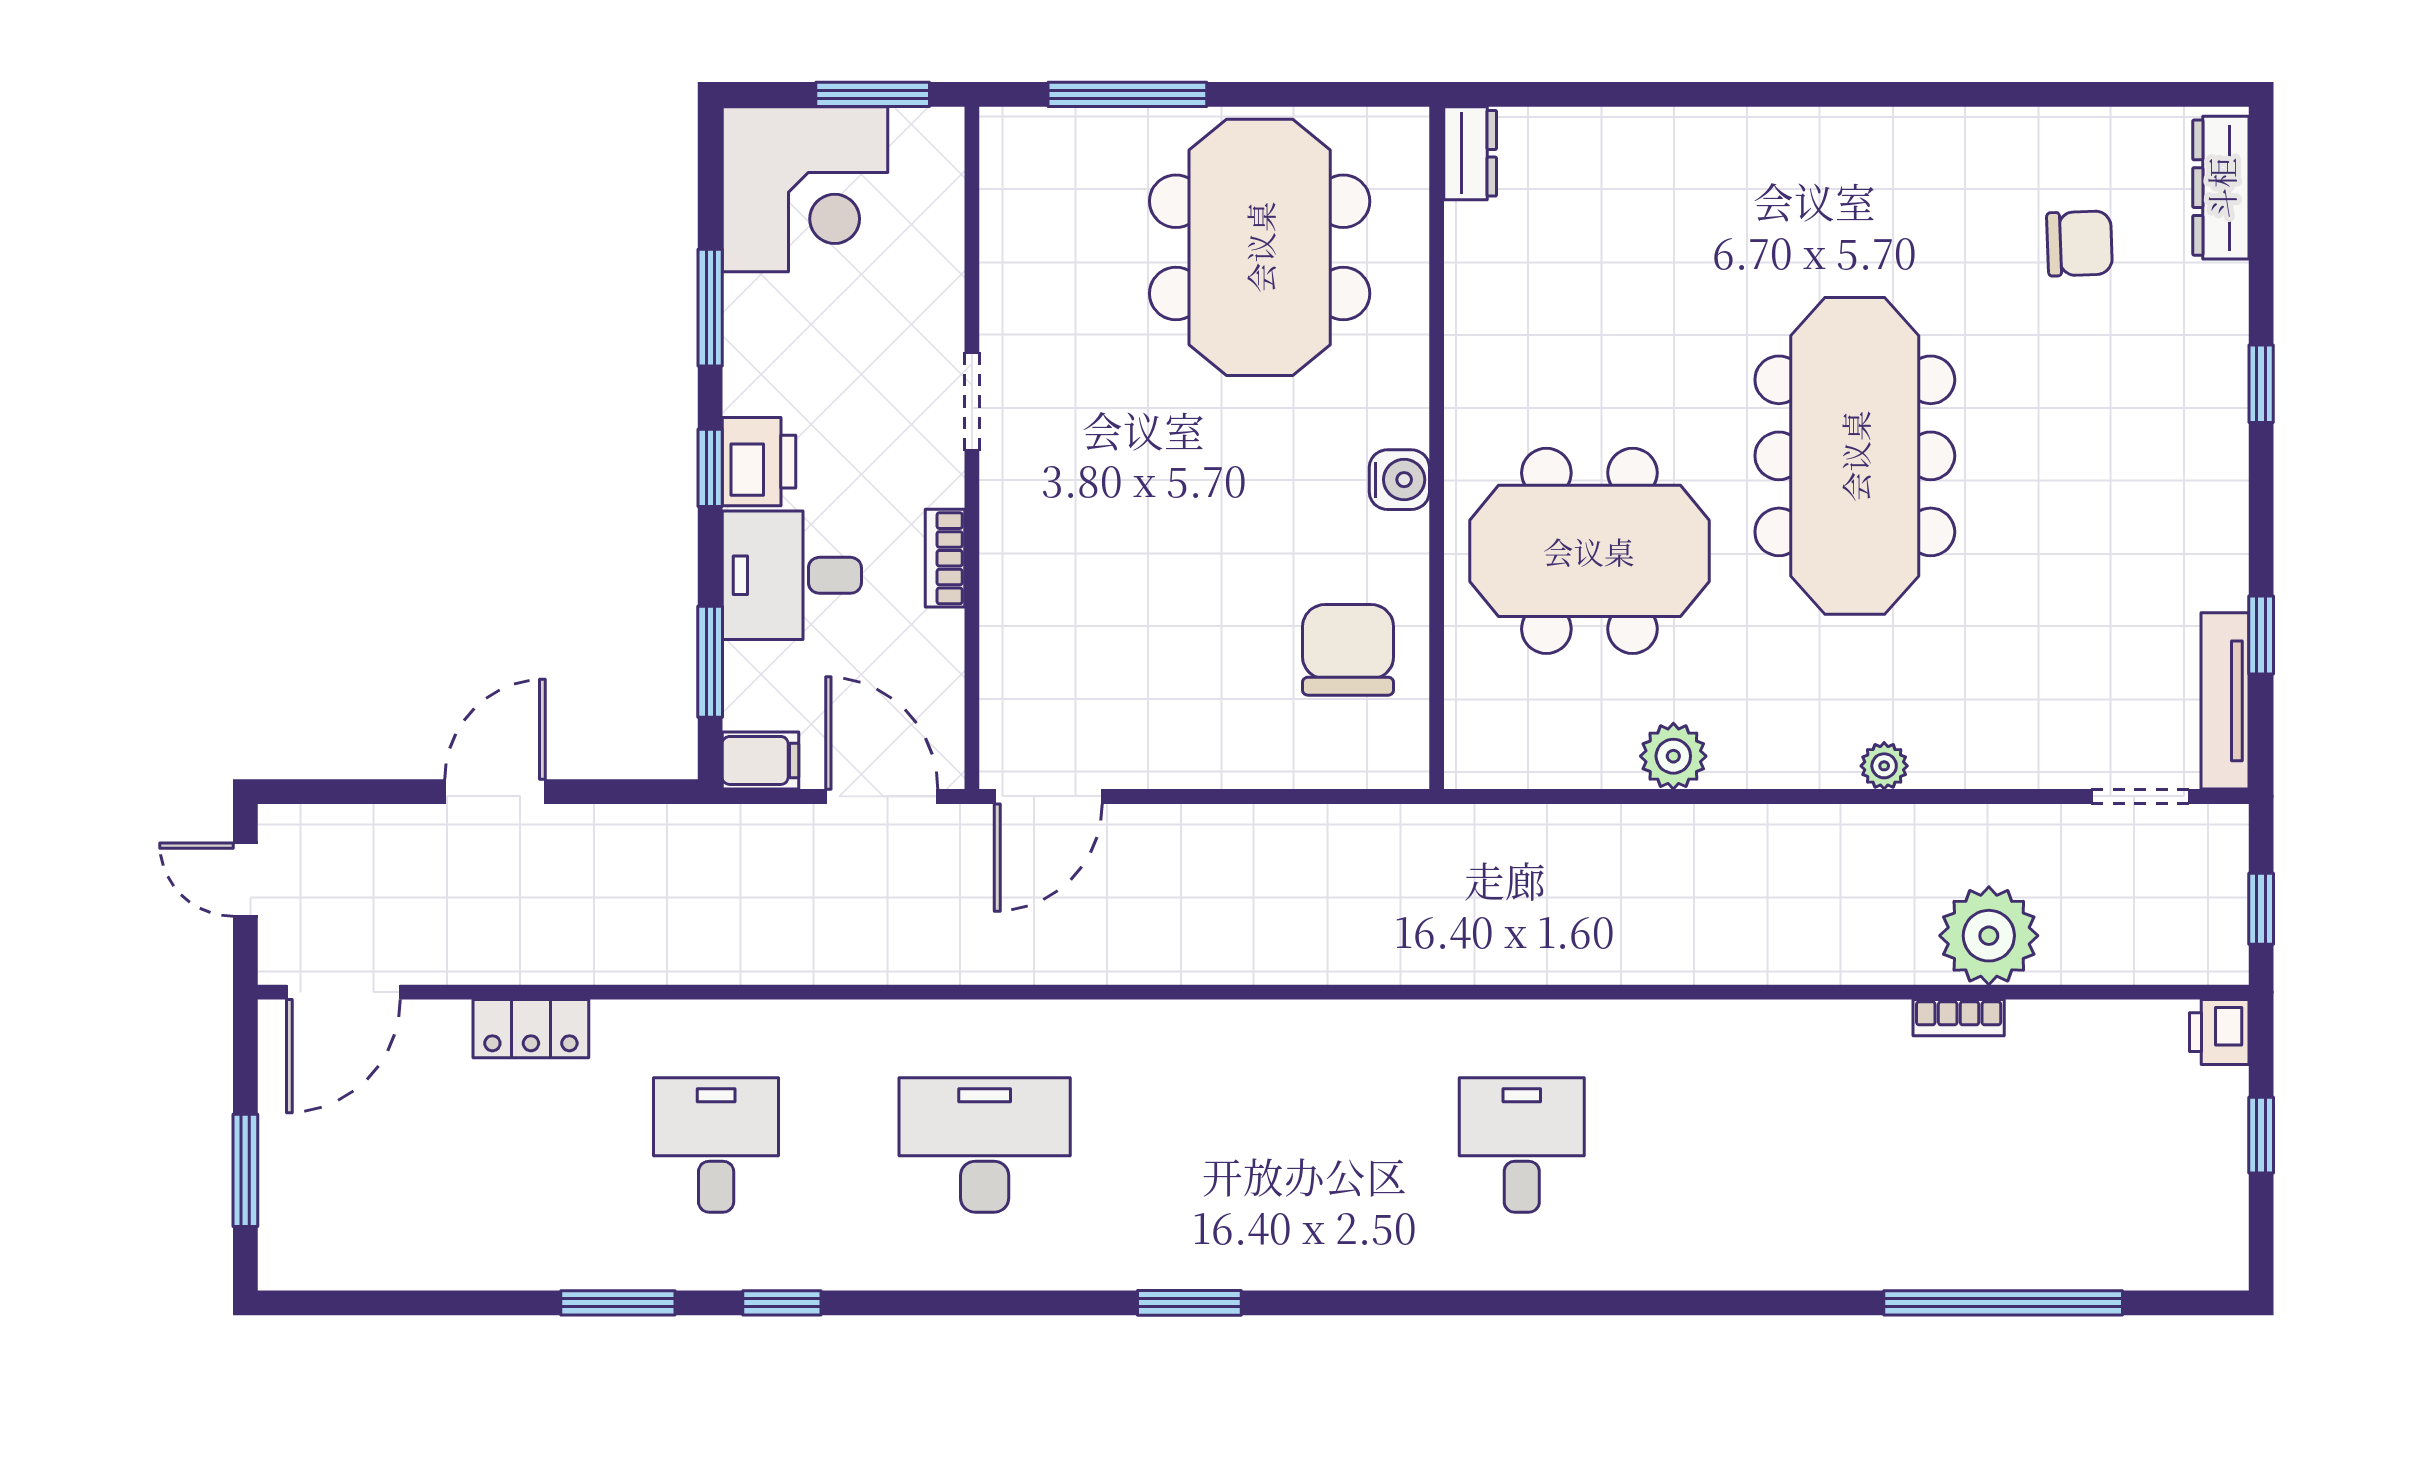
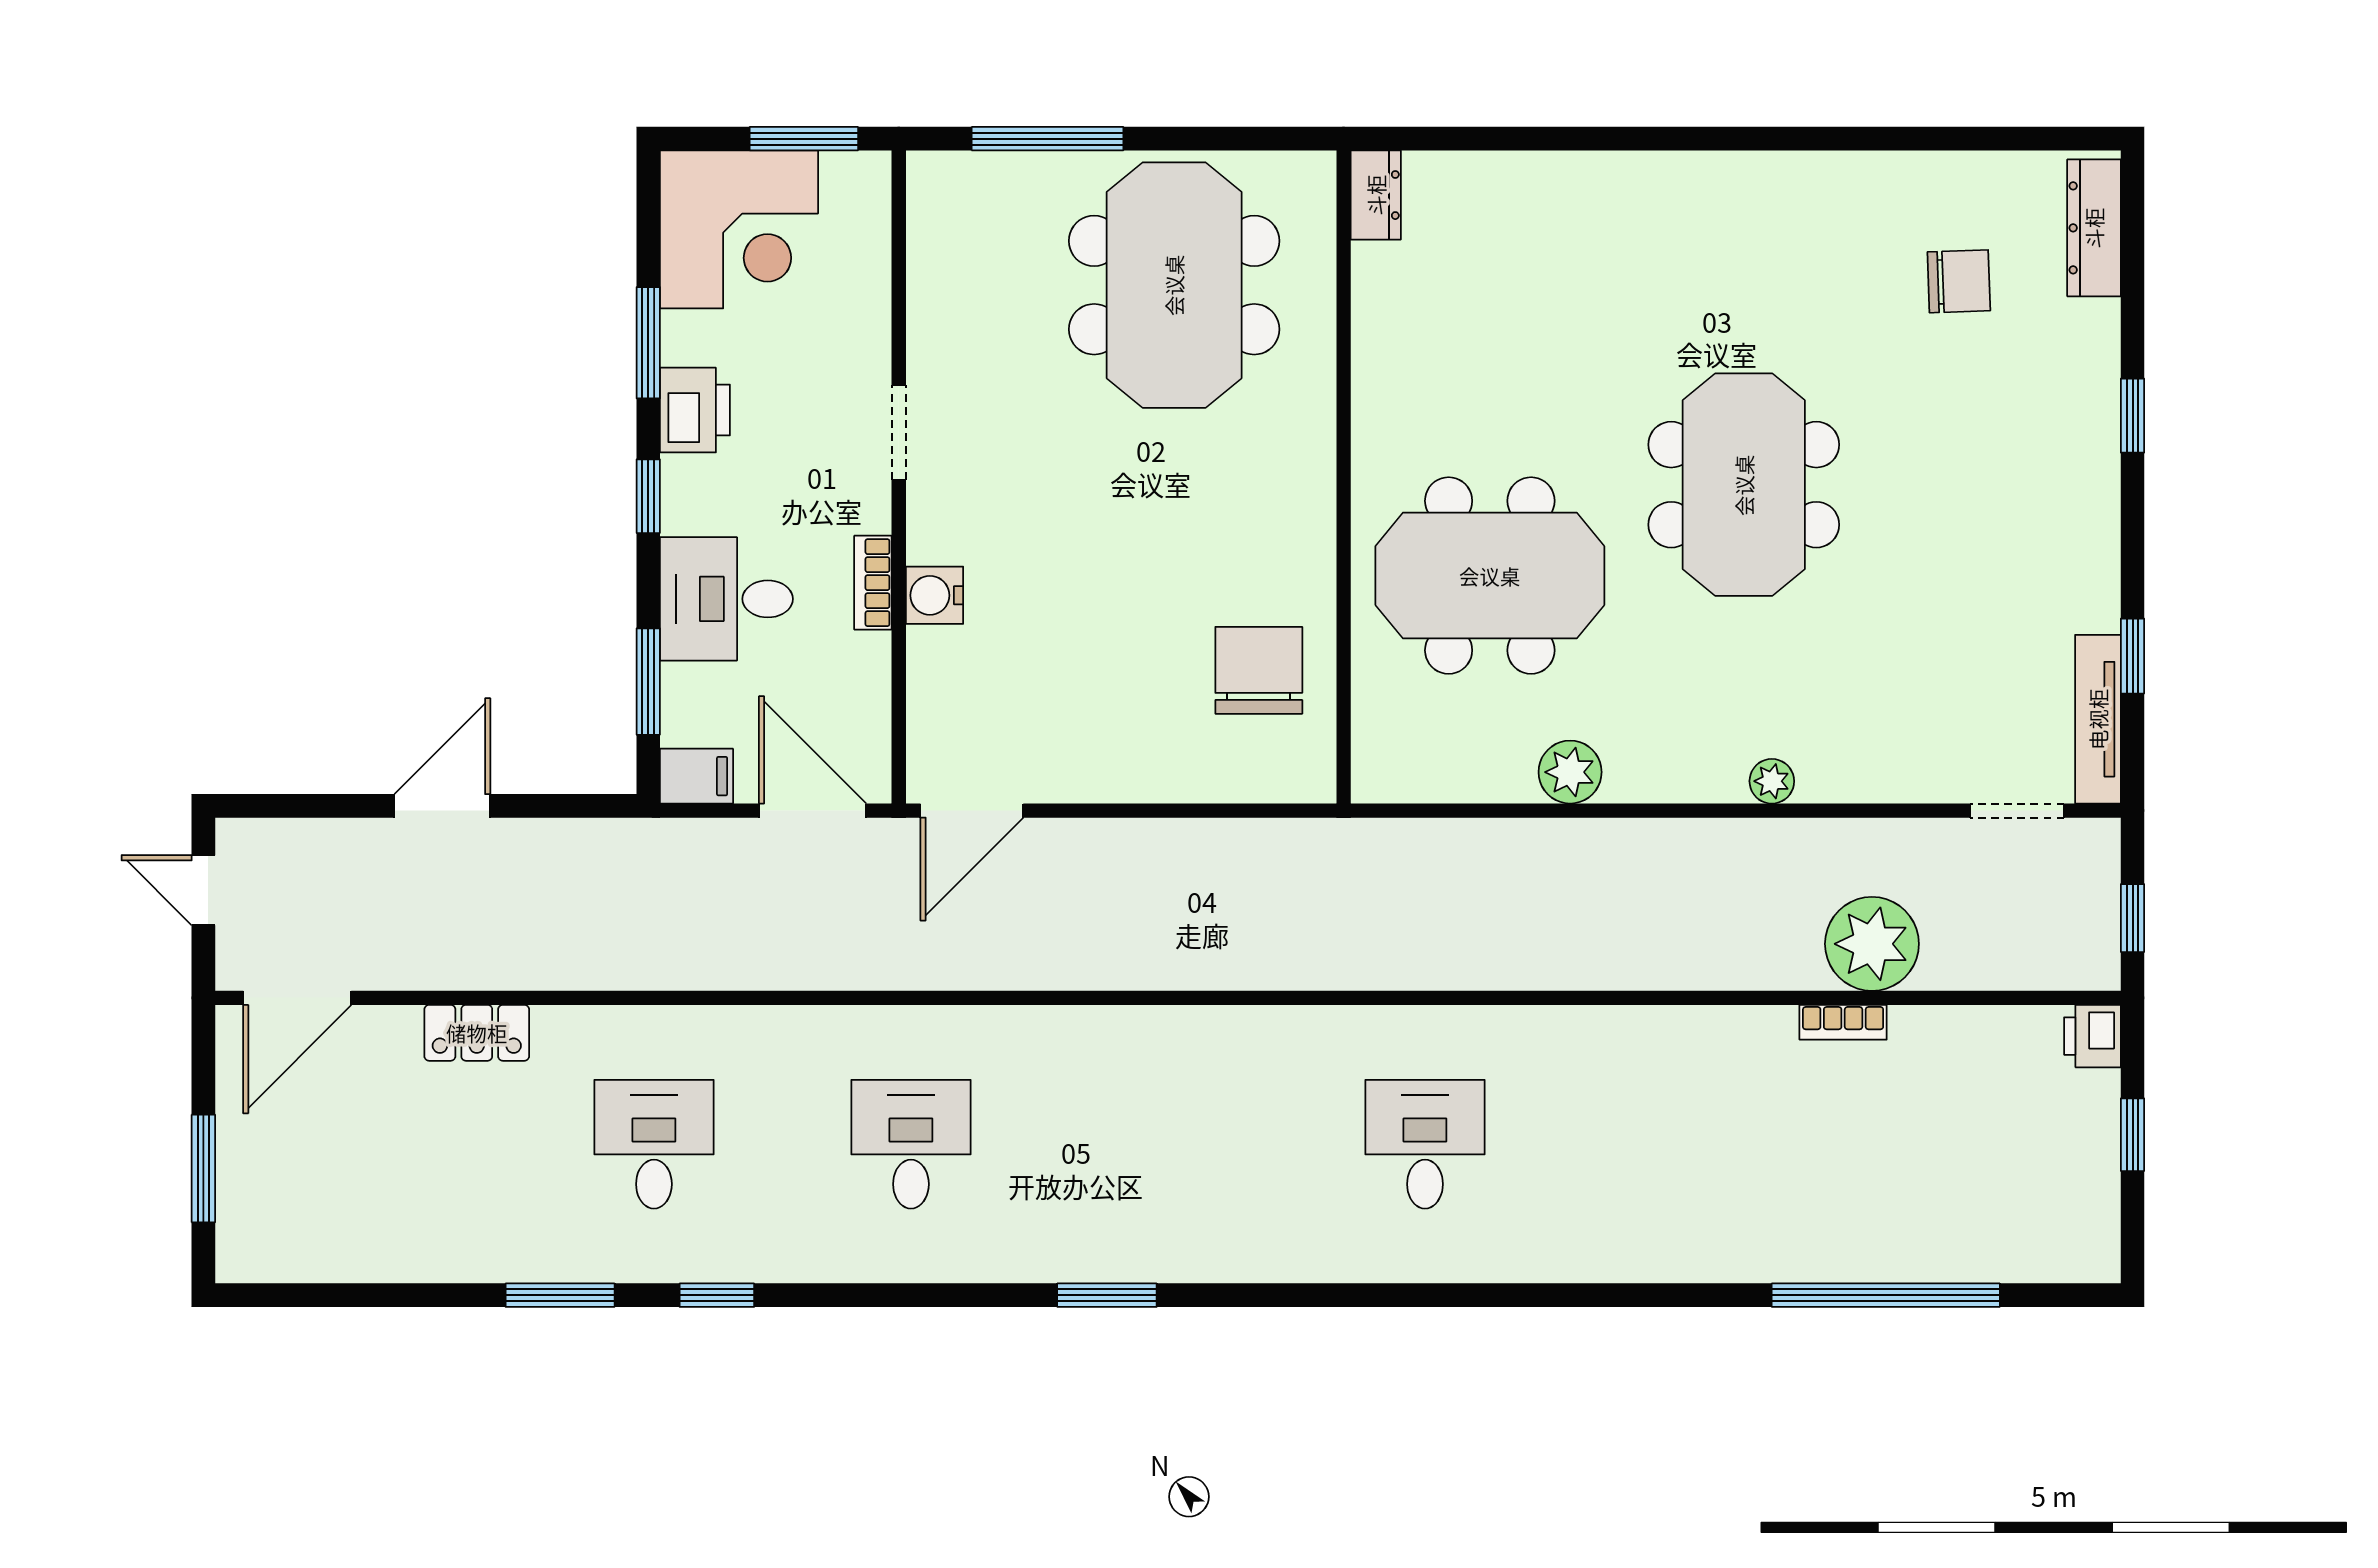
meeting table: (1855, 456) -> (1744, 485), width x0.73
printer: (759, 462) -> (695, 410), moved
water cooler: (1399, 480) -> (934, 595), moved, turned 180
desk: (985, 1145) -> (911, 1144), width x0.73

